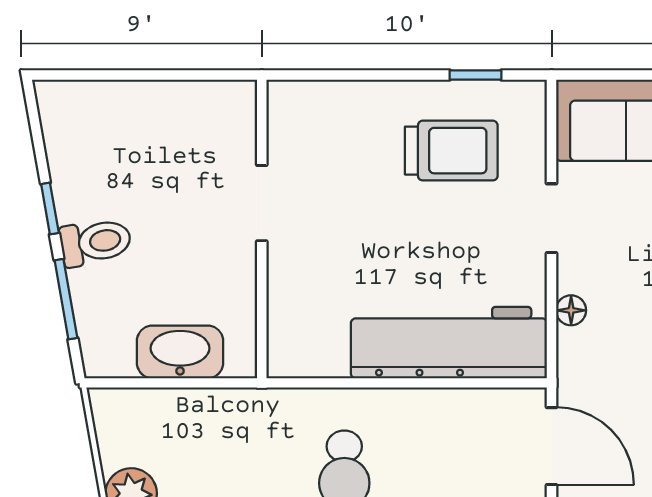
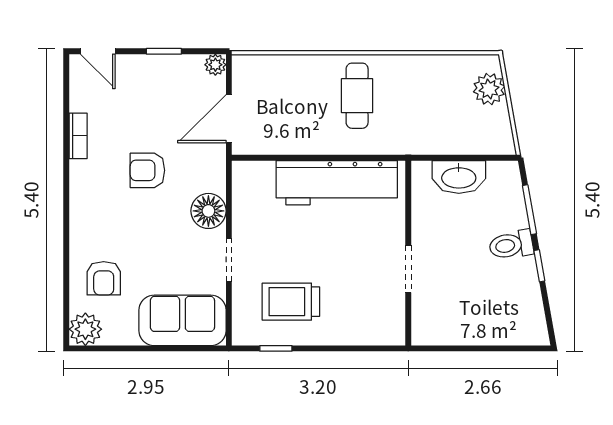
floor lamp: (571, 310) -> (208, 211), width x1.89, depth x1.89
workbench: (449, 343) -> (337, 183), moved
door: (551, 446) -> (229, 119), hinge flipped

